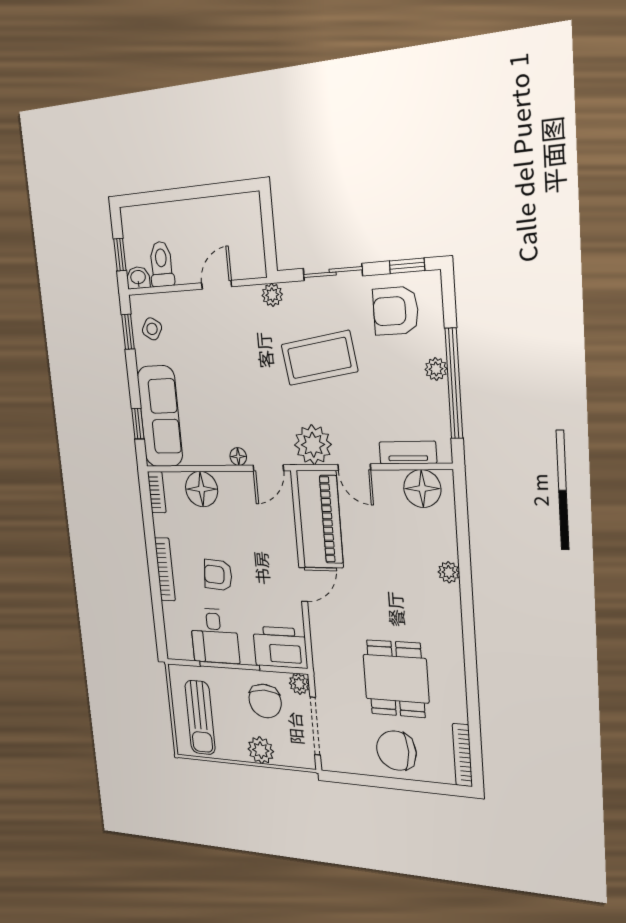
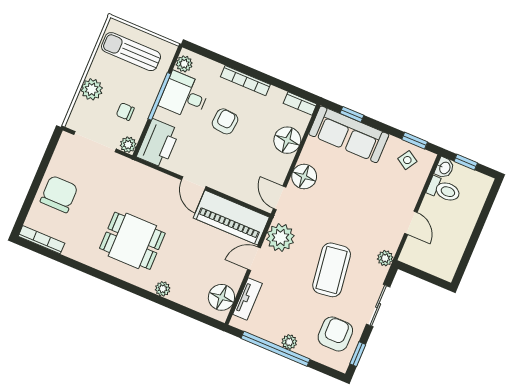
floor lamp: (238, 457) -> (304, 177), width x1.89, depth x1.89
plant: (183, 650) -> (184, 64), added
dining table: (396, 679) -> (132, 241), moved
chair: (265, 701) -> (125, 112), width x0.54, depth x0.54

